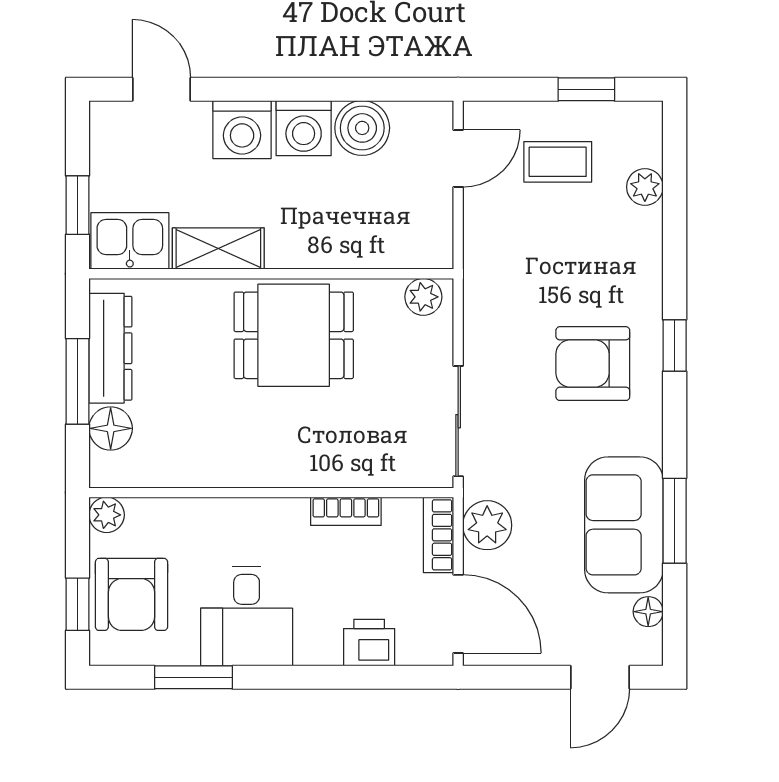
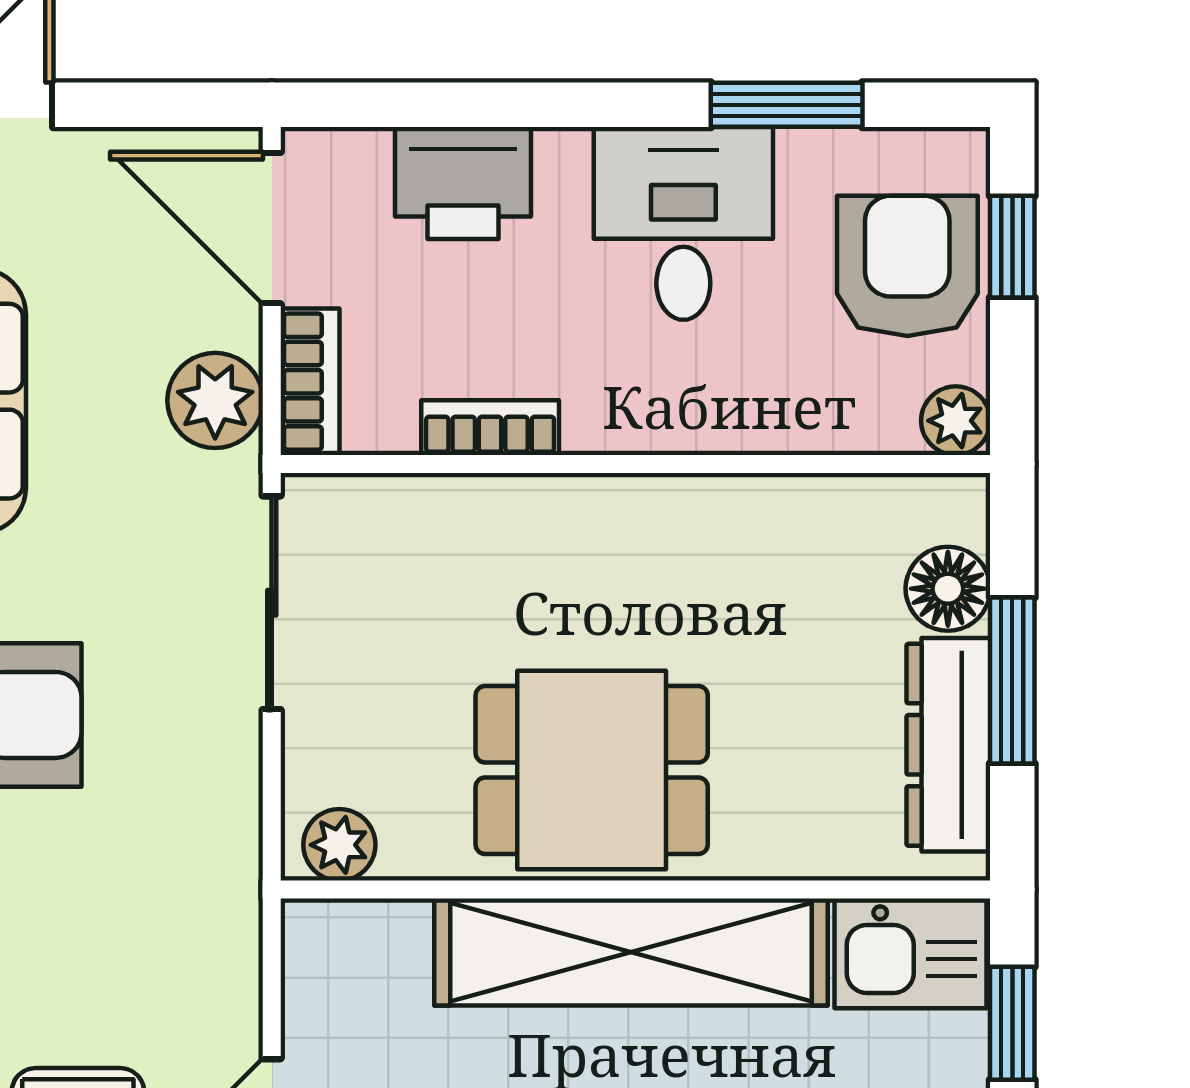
shelving: (218, 249) -> (631, 952), width x2.20, depth x1.33
printer: (369, 643) -> (463, 183), width x1.36, depth x1.24

